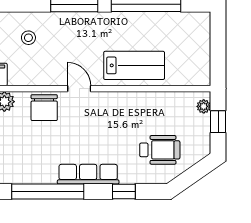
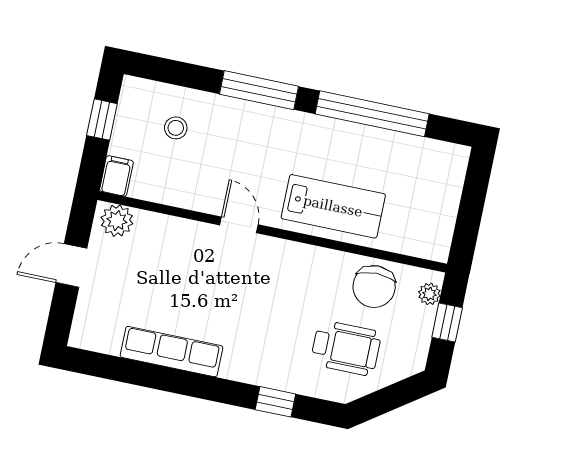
chair: (44, 108) -> (374, 287), moved
row of seats: (88, 174) -> (172, 352), moved
window: (48, 192) -> (156, 377), removed

